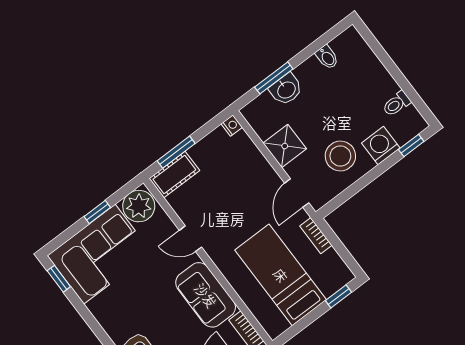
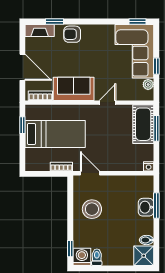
shower: (285, 146) -> (144, 256), moved
washing machine: (381, 146) -> (82, 257), moved, turned -90
cot: (174, 175) -> (143, 124), width x1.37, depth x1.34
plant: (139, 206) -> (148, 84), width x0.53, depth x0.53
window: (338, 296) -> (22, 125), moved

